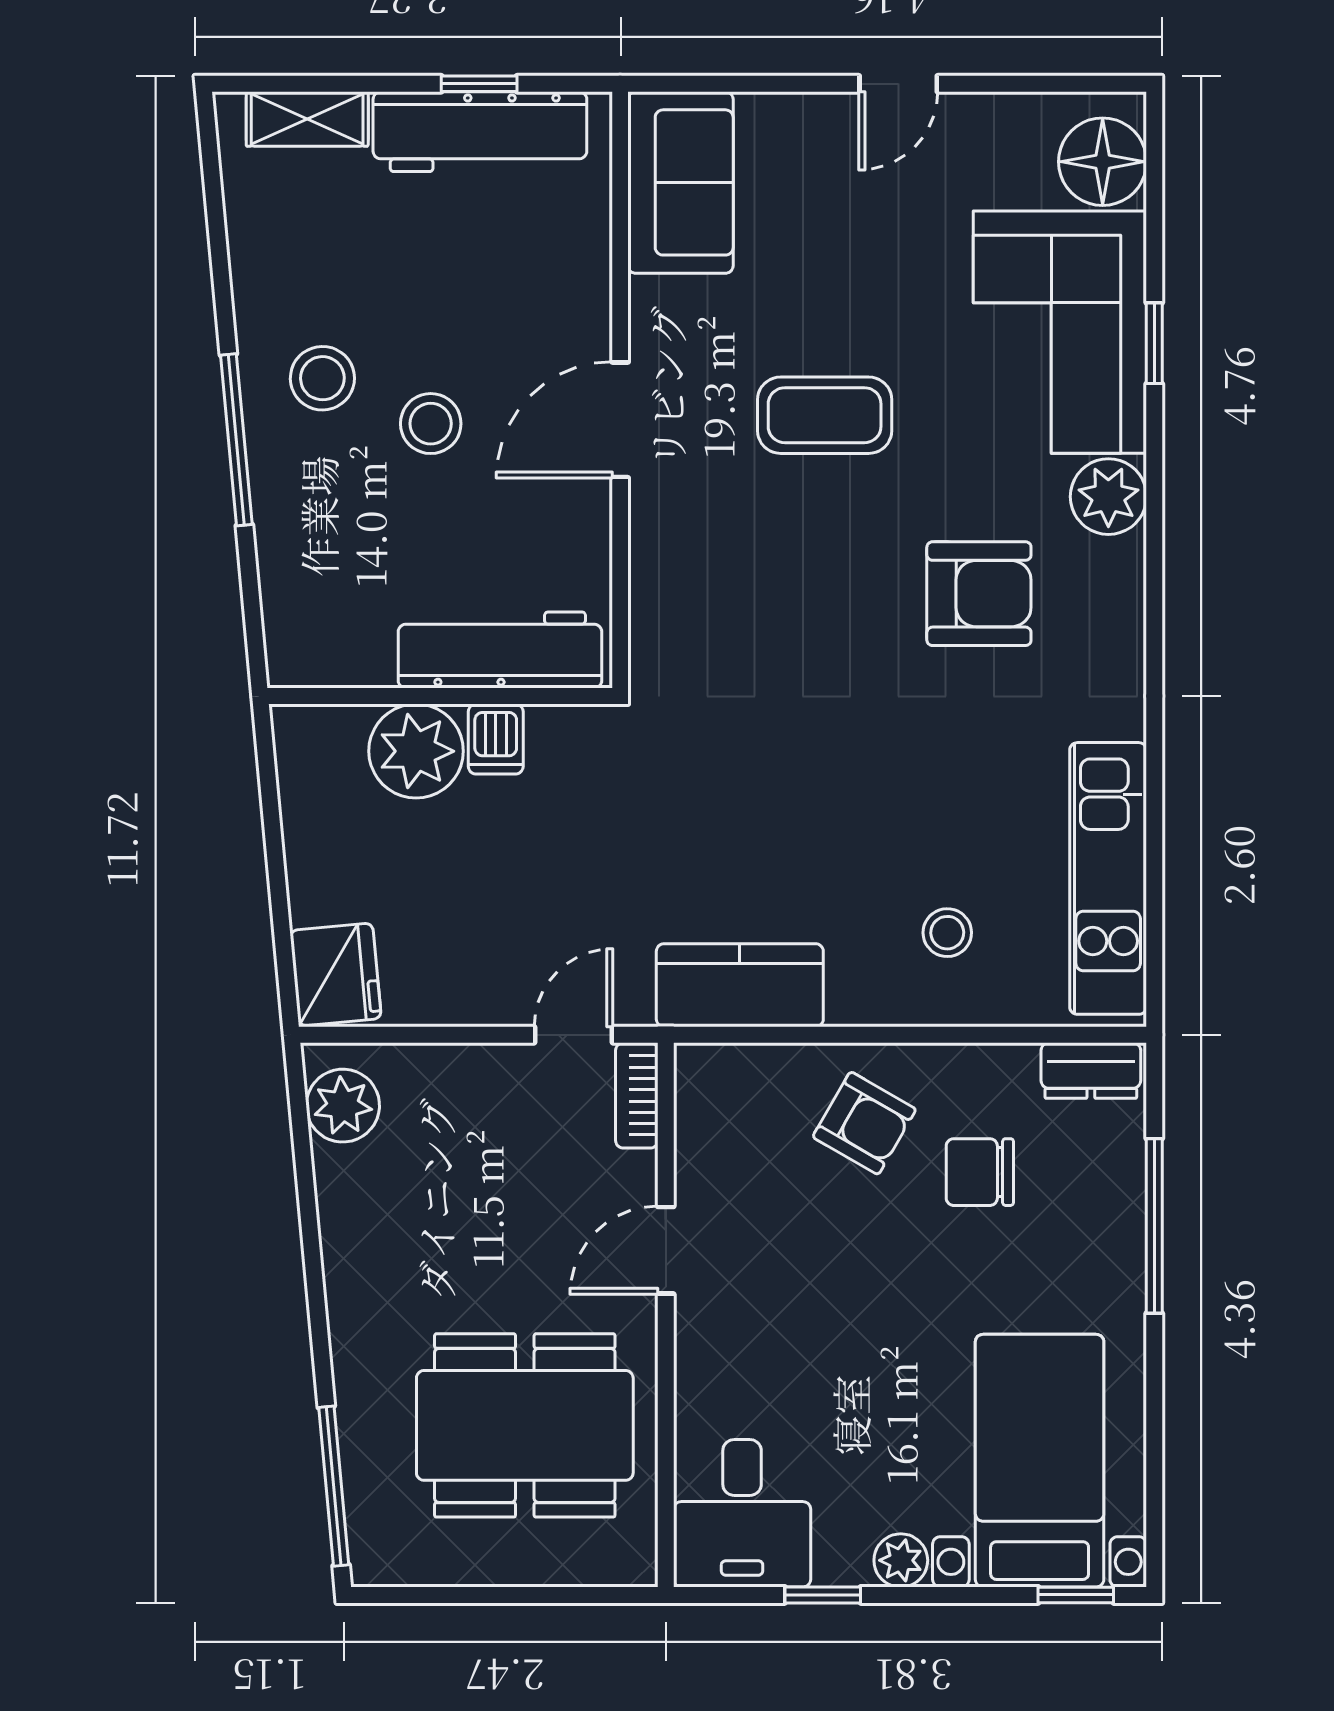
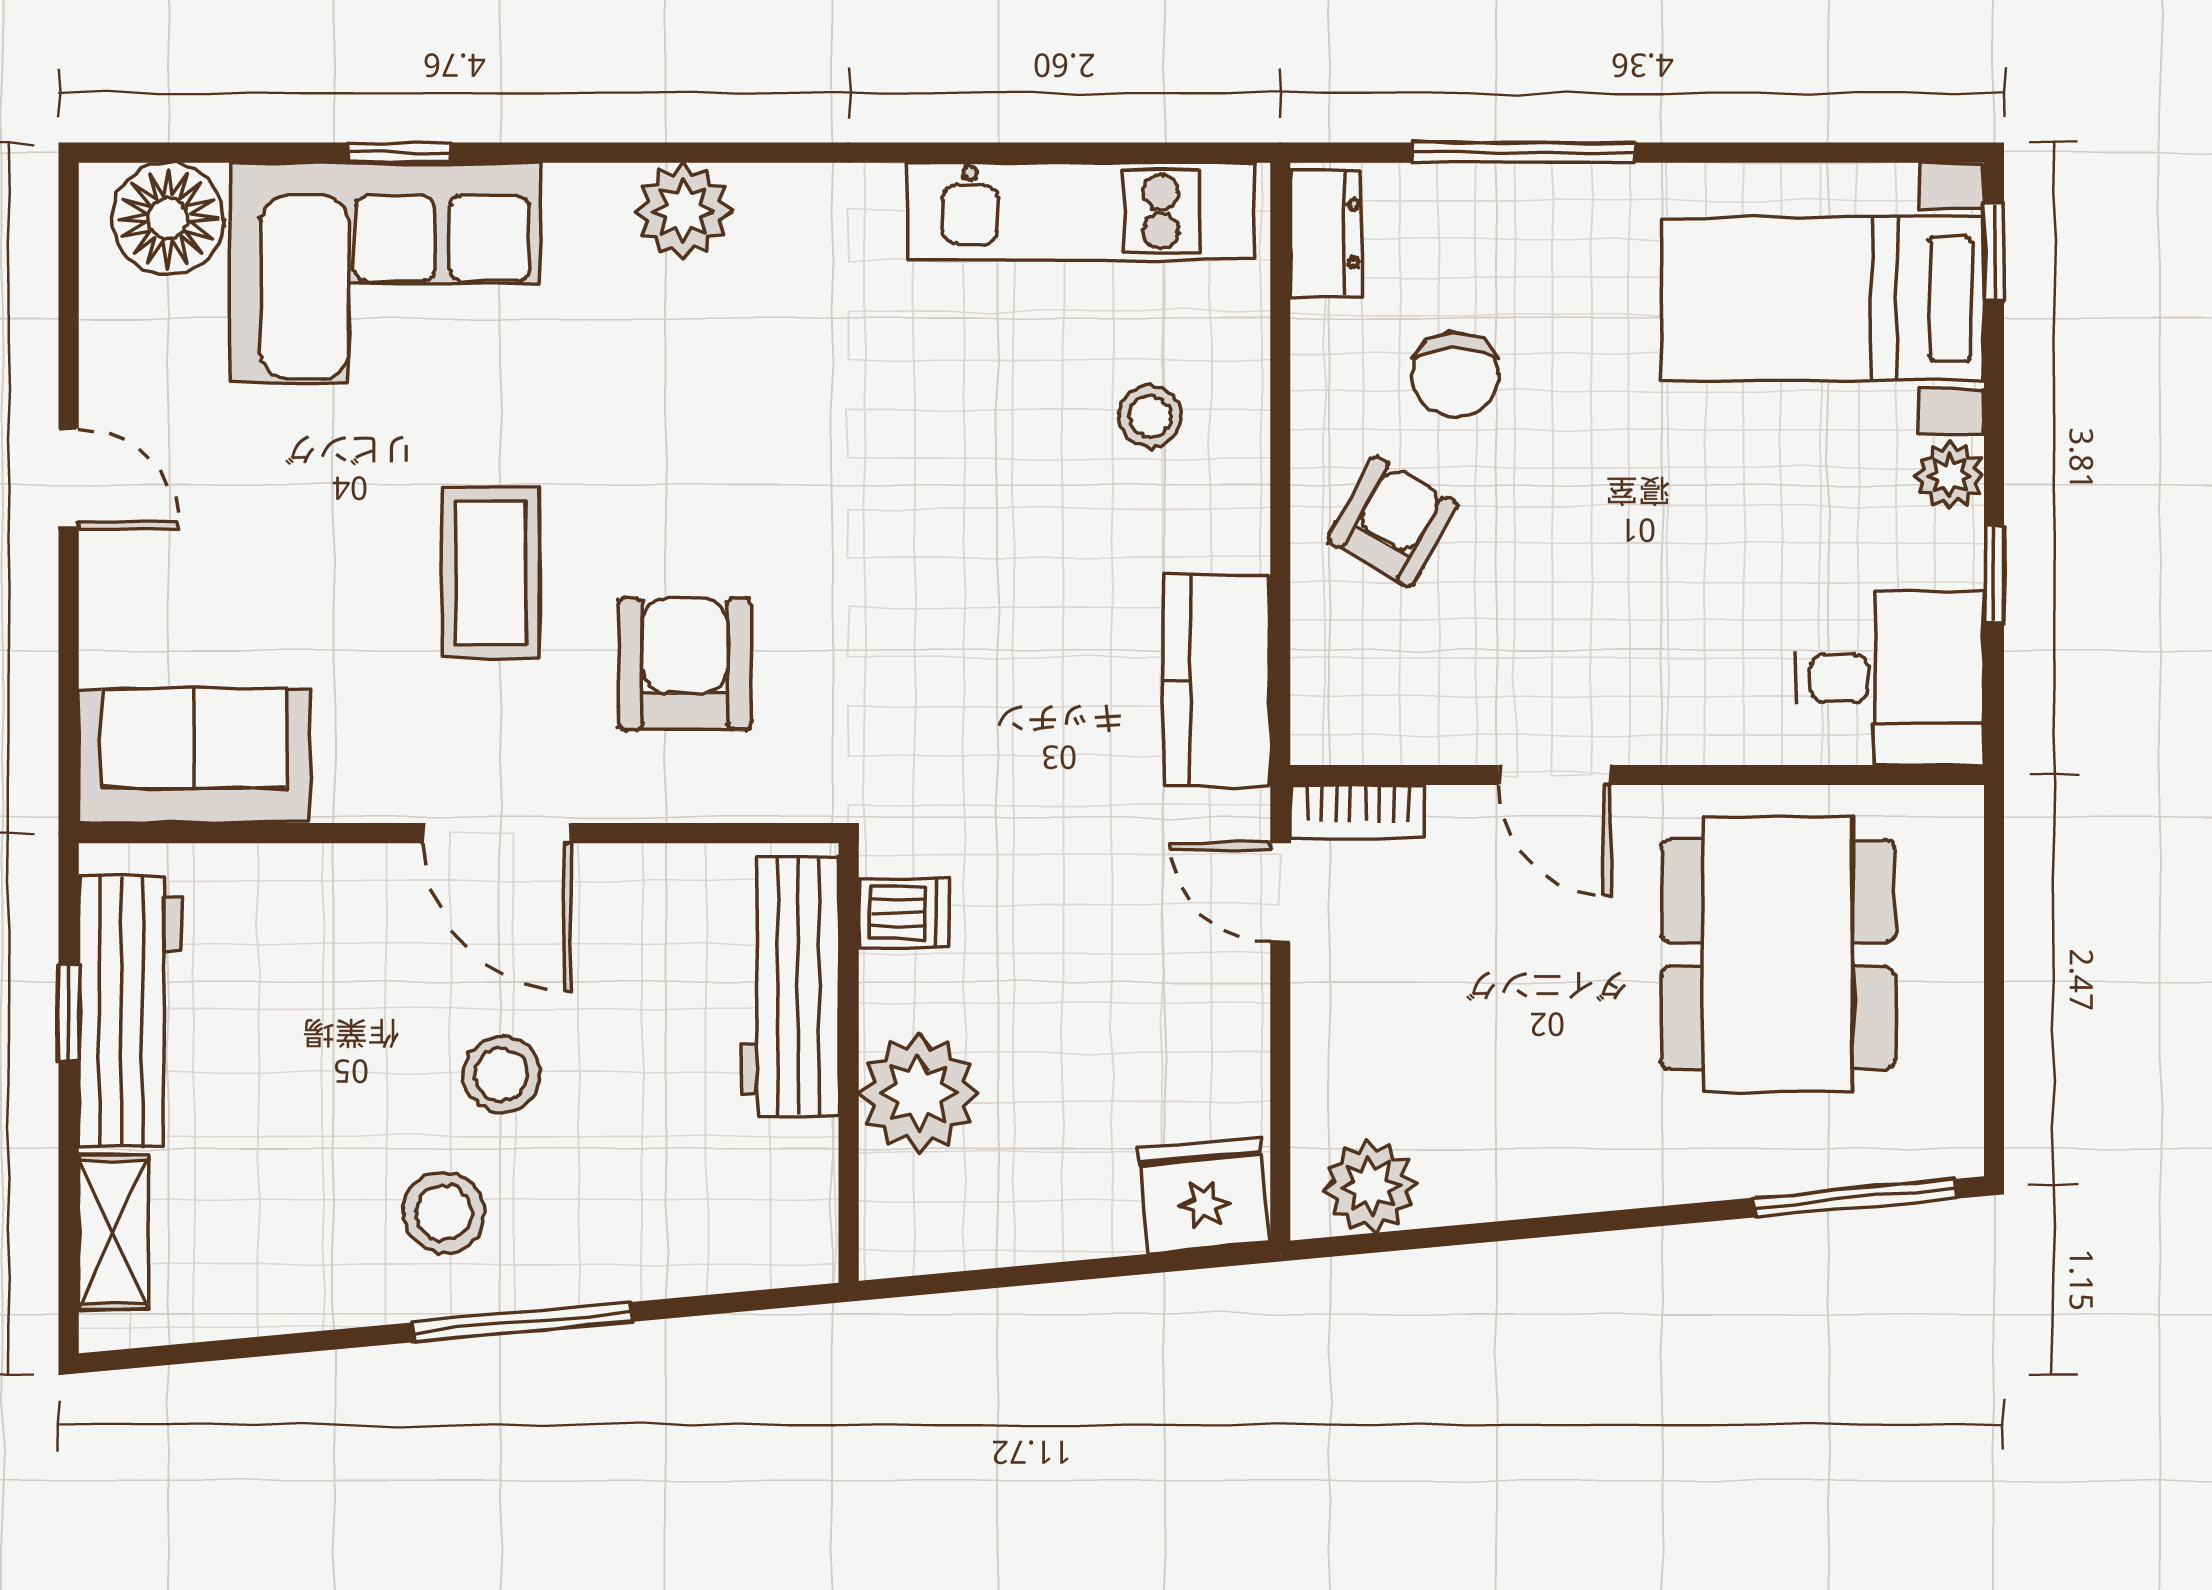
plant: (1108, 497) -> (683, 211), moved
armchair: (979, 594) -> (685, 664), moved
dishwasher: (496, 739) -> (903, 913), moved

